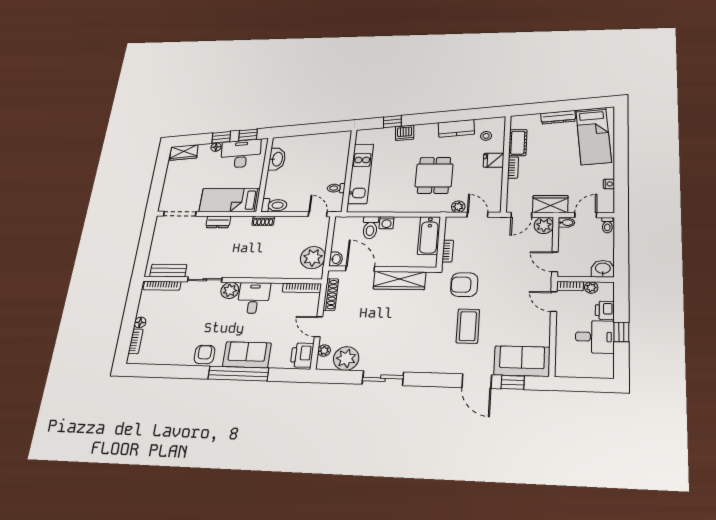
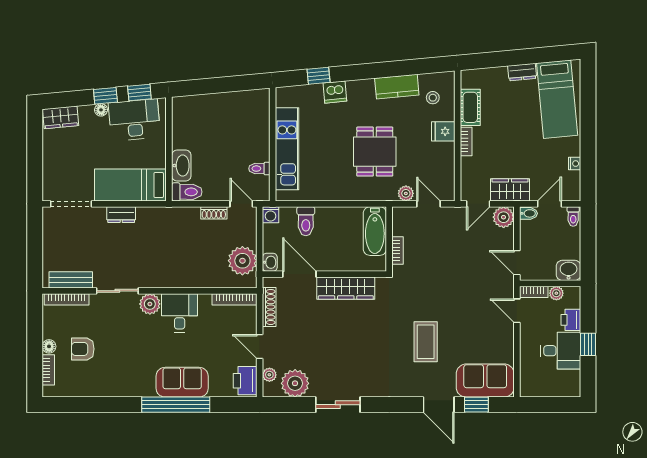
dresser: (558, 117) -> (522, 72), width x0.70
washbasin: (277, 159) -> (181, 166), moved
shoe rack: (263, 221) -> (214, 213), moved
washing machine: (387, 223) -> (271, 215), moved
armchair: (464, 285) -> (419, 292), removed
armchair: (205, 355) -> (83, 349), moved, turned -90

